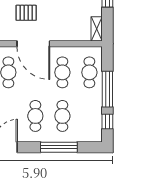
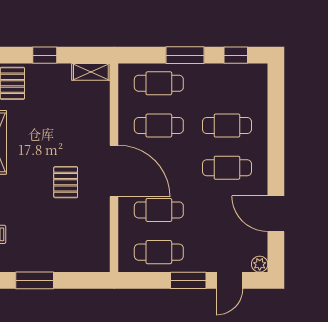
door: (33, 44) -> (114, 171), hinge flipped
window: (107, 89) -> (185, 55), width x0.69
window: (59, 147) -> (276, 131), removed

